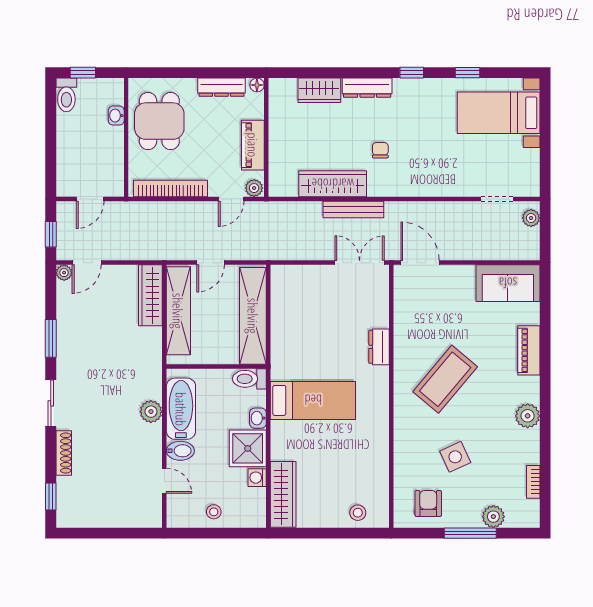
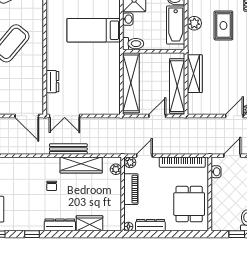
washbasin: (116, 116) -> (216, 172), moved
plant: (277, 177) -> (116, 169), added
wardrobe: (150, 295) -> (195, 74), moved
dresser: (379, 347) -> (52, 82), moved
rug: (104, 408) -> (223, 25), added

